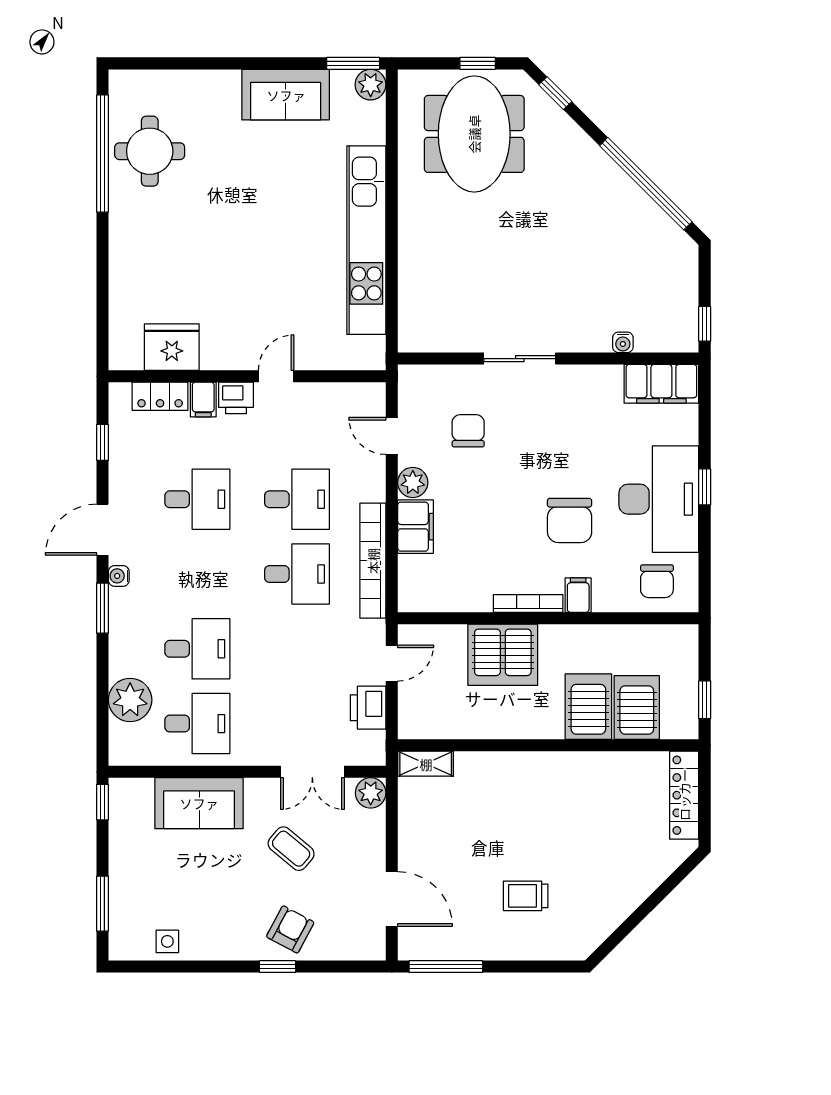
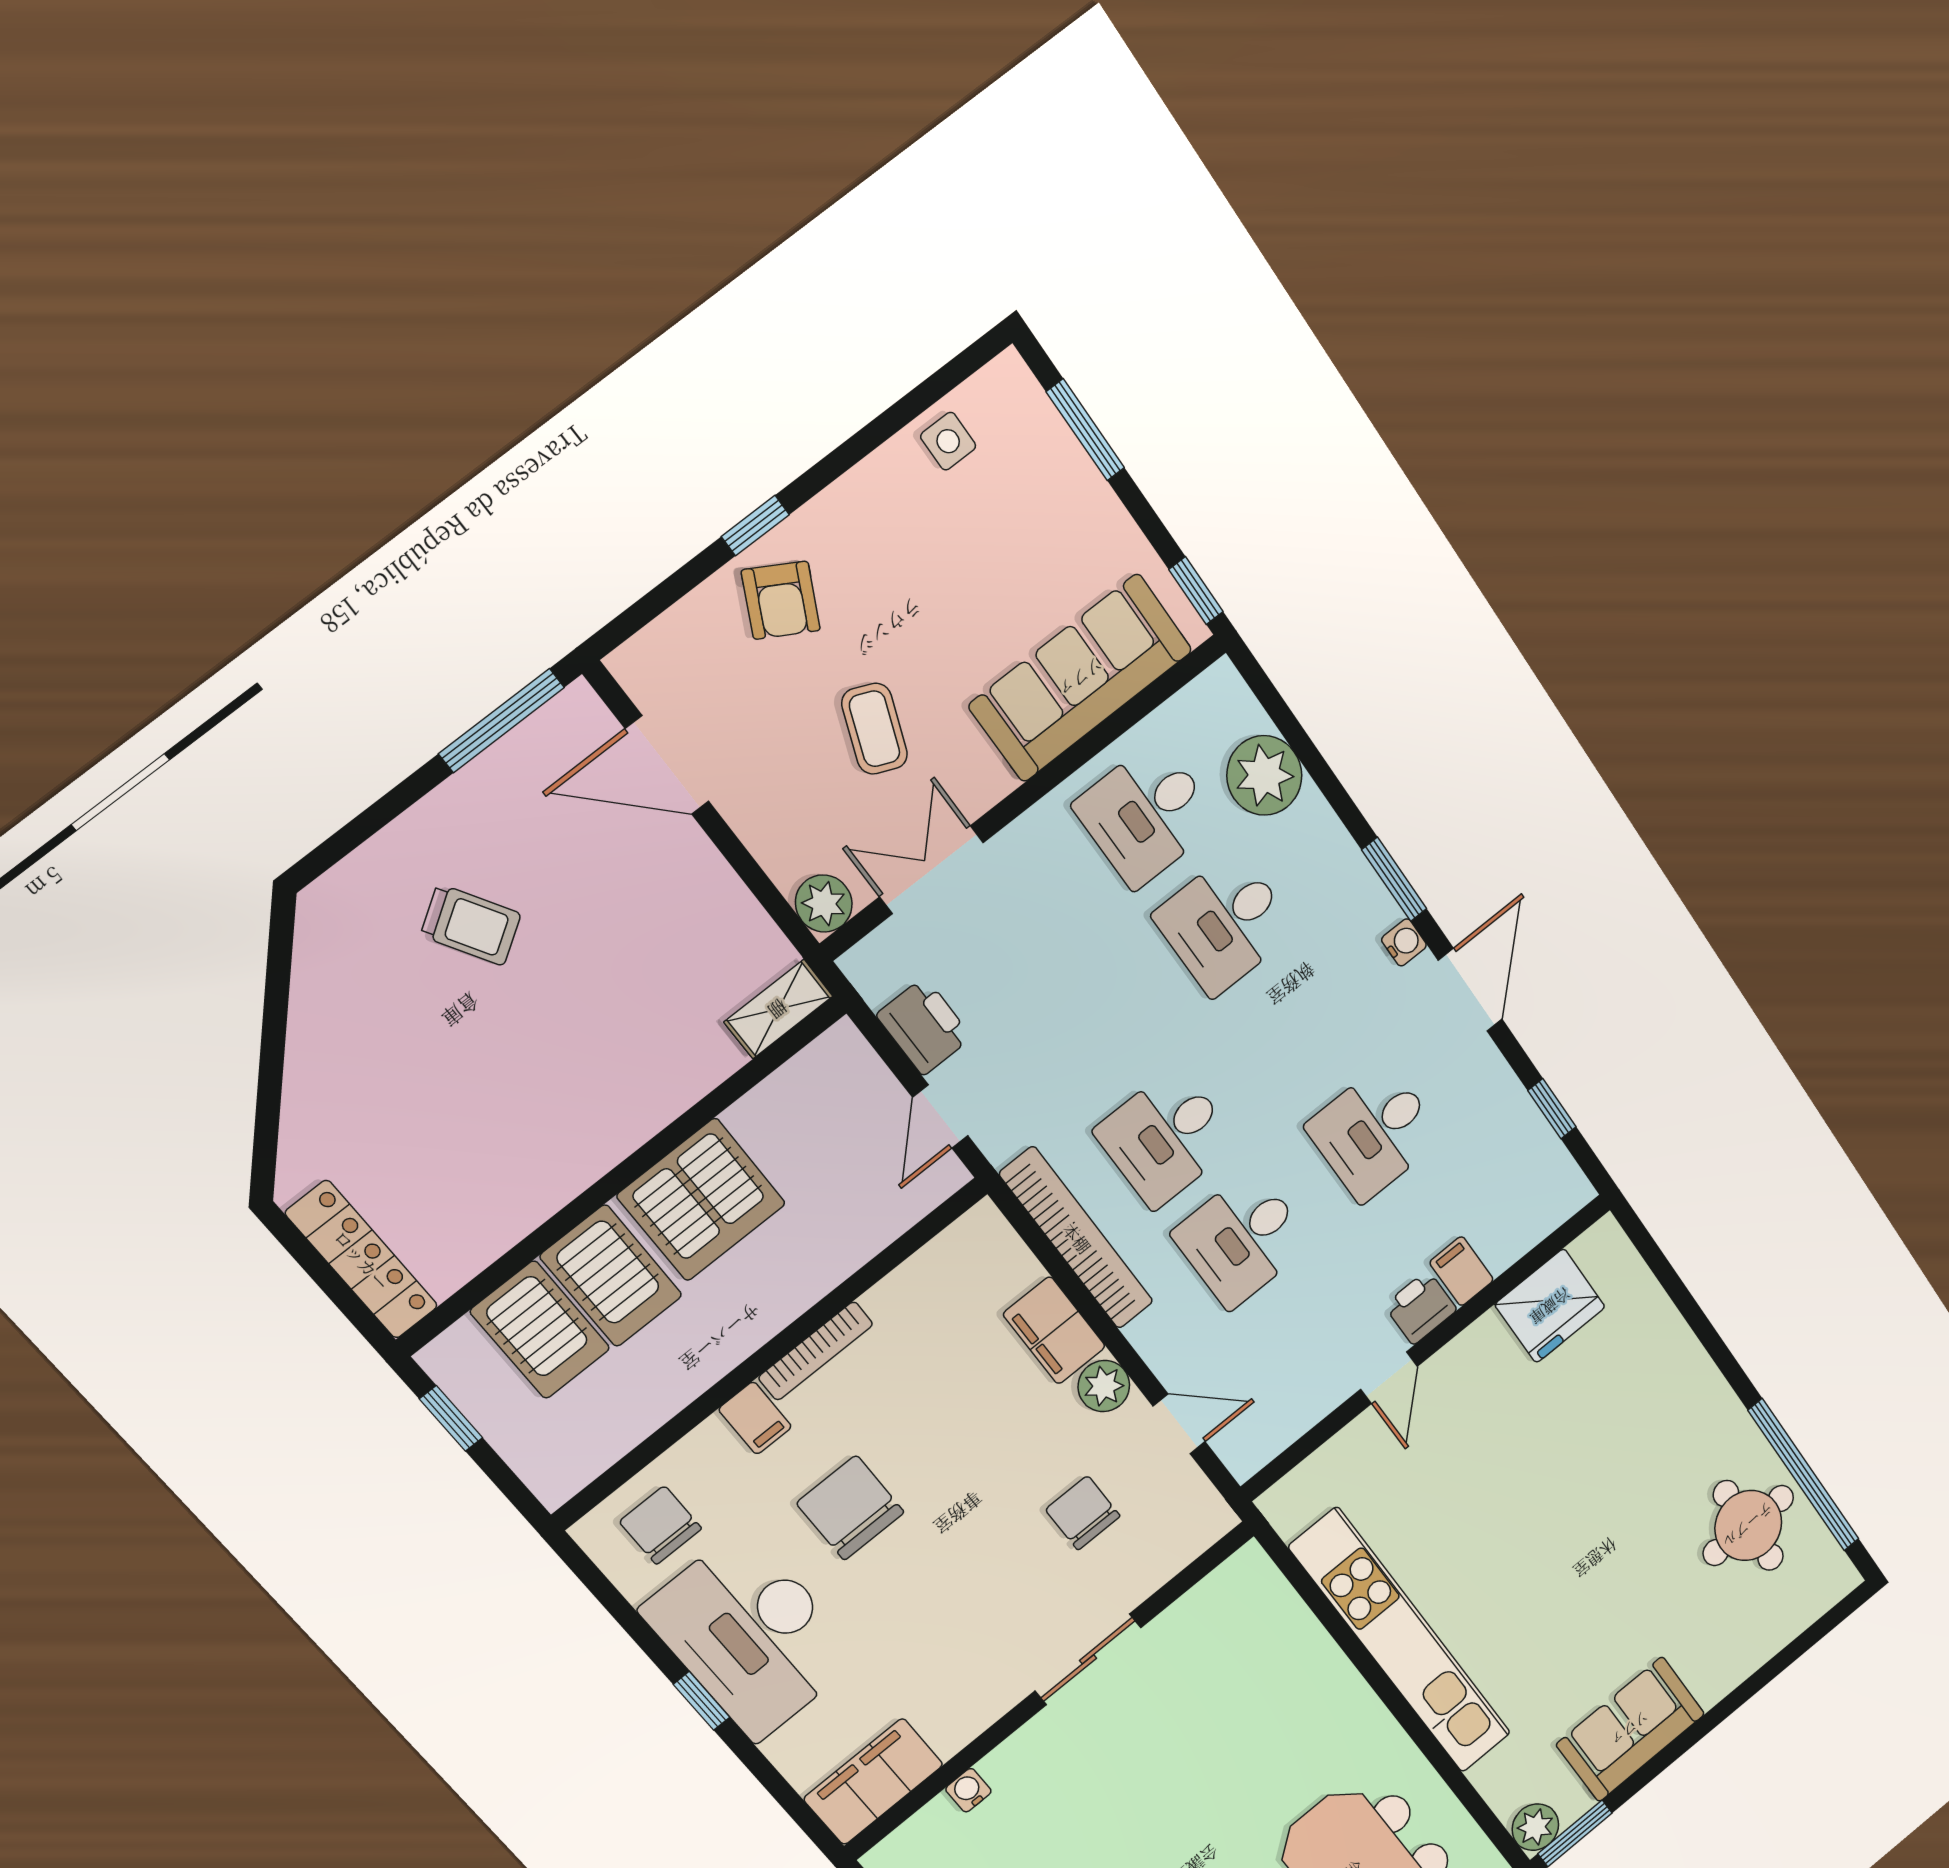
locker: (160, 396) -> (1520, 1230), removed
chair: (468, 431) -> (1083, 1513), turned 180
server rack: (503, 655) -> (701, 1200), moved, turned 180
sofa: (199, 803) -> (1081, 678), width x1.36
coffee table: (291, 849) -> (874, 729), turned 72
trolley: (526, 896) -> (471, 925), turned 58

